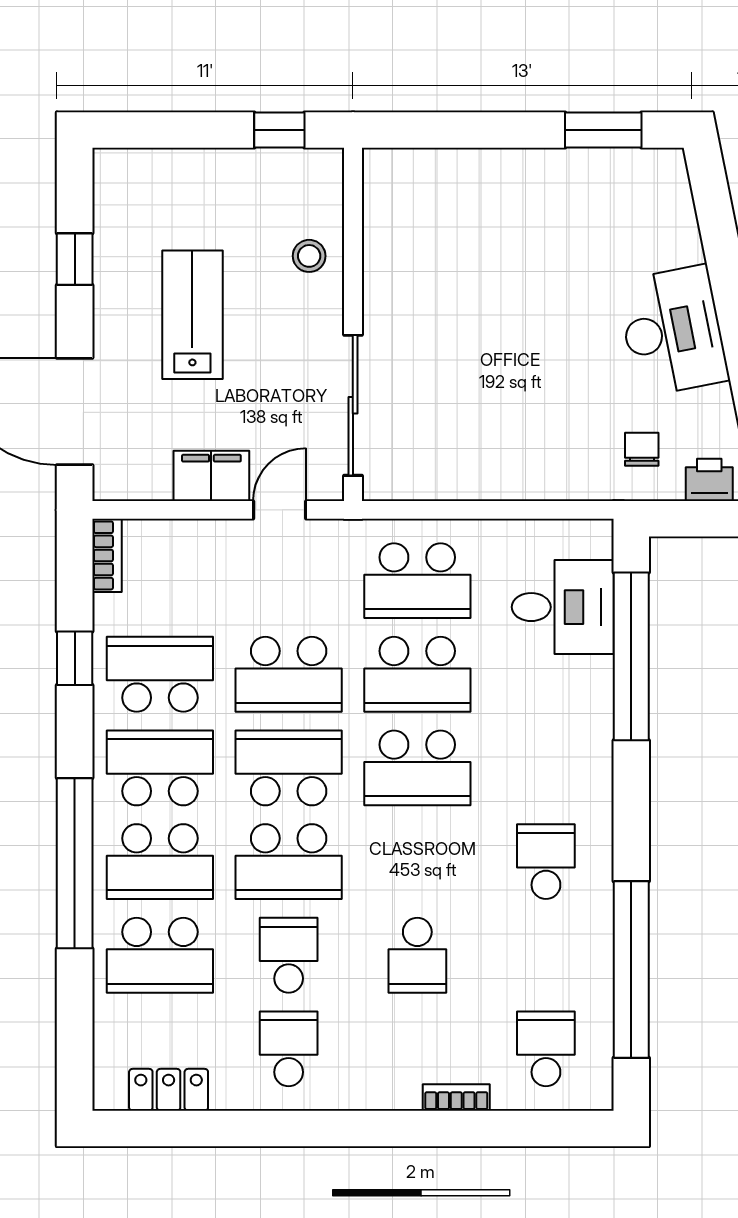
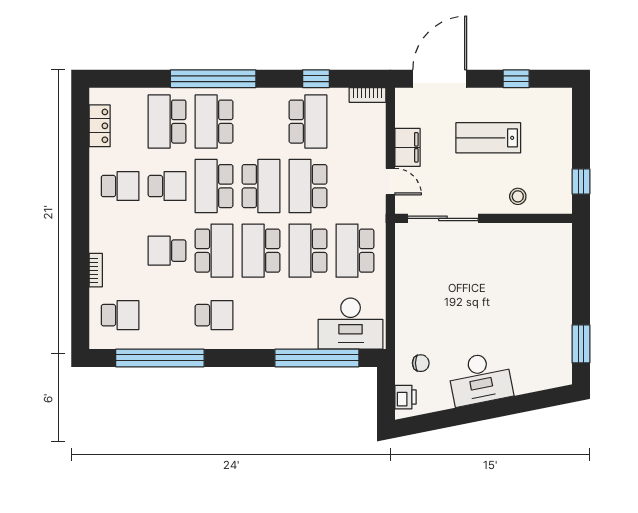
lab bench: (192, 315) -> (488, 138), turned 180
desk: (563, 607) -> (351, 324), width x1.37
school desk: (160, 768) -> (214, 251), moved

